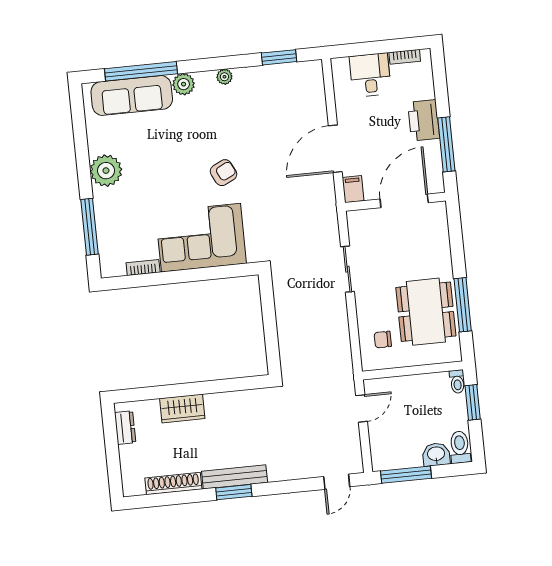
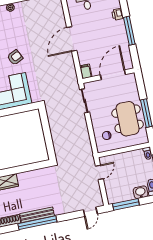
printer: (424, 120) -> (118, 14), width x0.53, depth x0.68
filing cabinet: (353, 189) -> (86, 71), moved
door: (404, 201) -> (113, 75), moved
wall: (395, 202) -> (108, 76), moved
window: (234, 492) -> (37, 223), width x2.11

